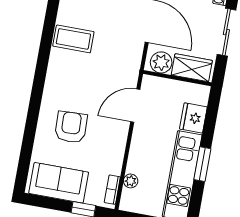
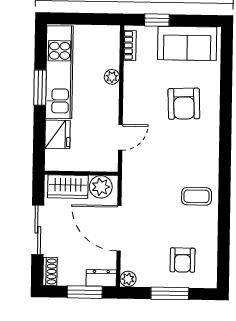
coffee table: (73, 39) -> (197, 196), width x0.73, depth x0.77
door: (135, 106) -> (120, 137), width x0.73
plant: (131, 181) -> (112, 77), moved

